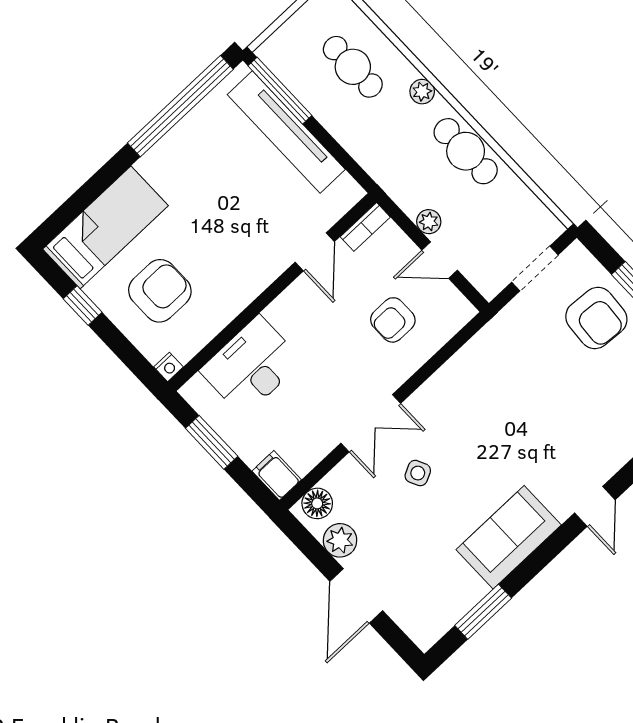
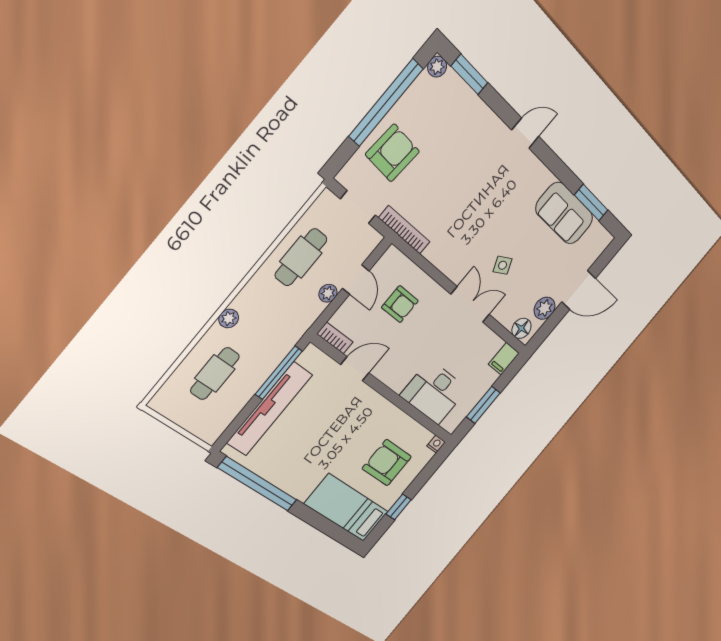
window: (280, 91) -> (279, 373), moved
cafe table: (466, 151) -> (301, 257), moved
bookcase: (494, 330) -> (404, 230), added
sofa: (509, 537) -> (564, 213), moved

